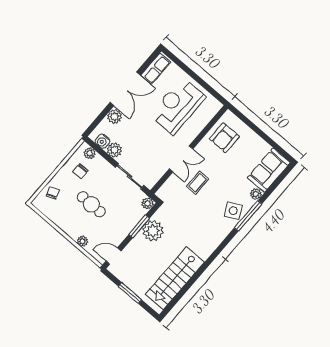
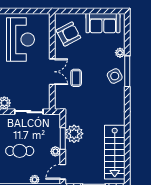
reception desk: (178, 106) -> (20, 39), turned 180
armchair: (224, 138) -> (68, 34), turned -118
sofa: (269, 170) -> (103, 23), moved, turned -90
plant: (148, 203) -> (55, 151), moved

